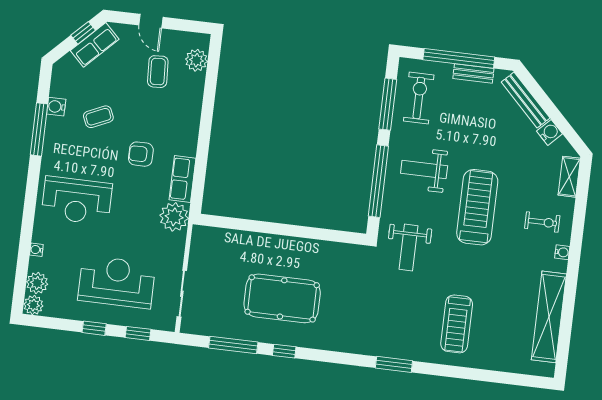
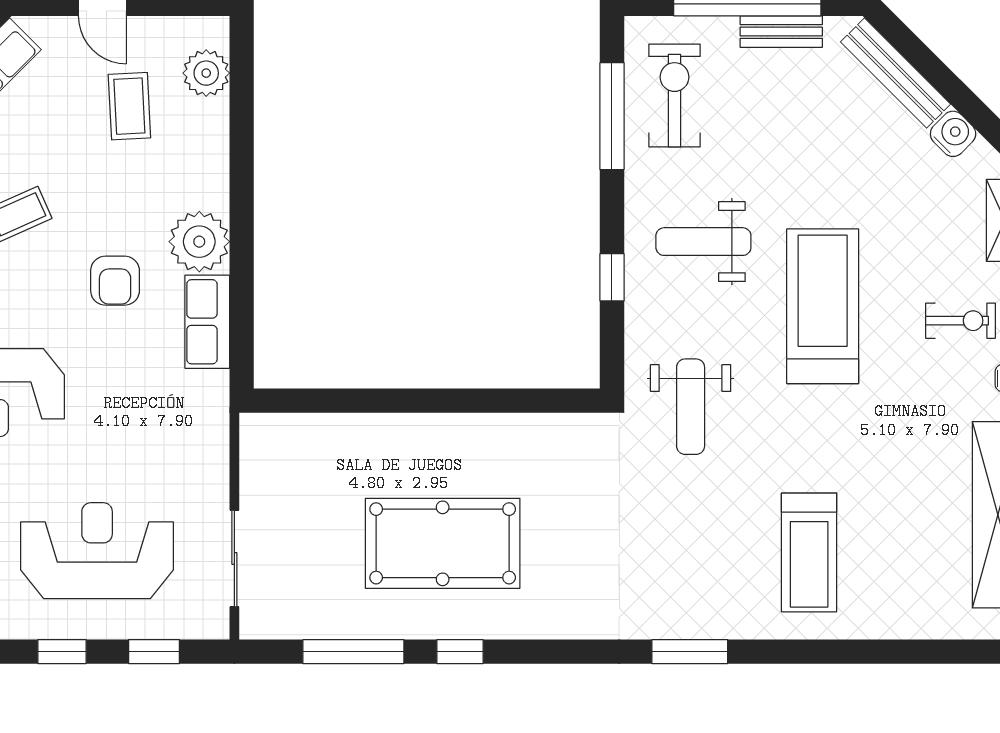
armchair: (141, 154) -> (115, 281), turned -90
window: (378, 181) -> (612, 277), width x0.32
plant: (174, 217) -> (199, 242), moved

